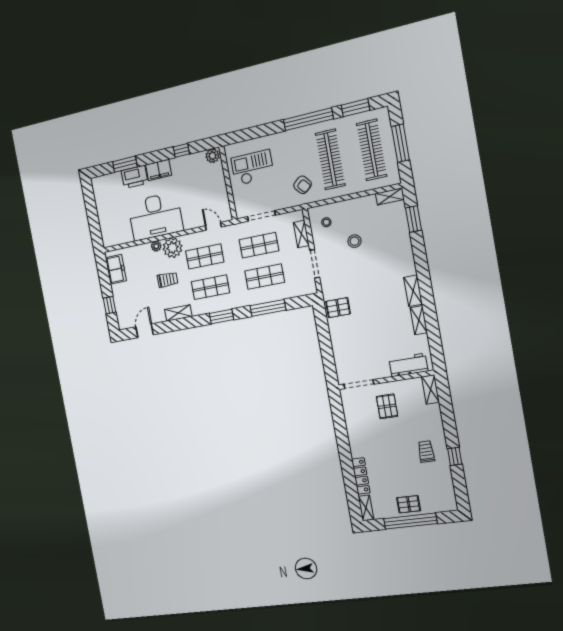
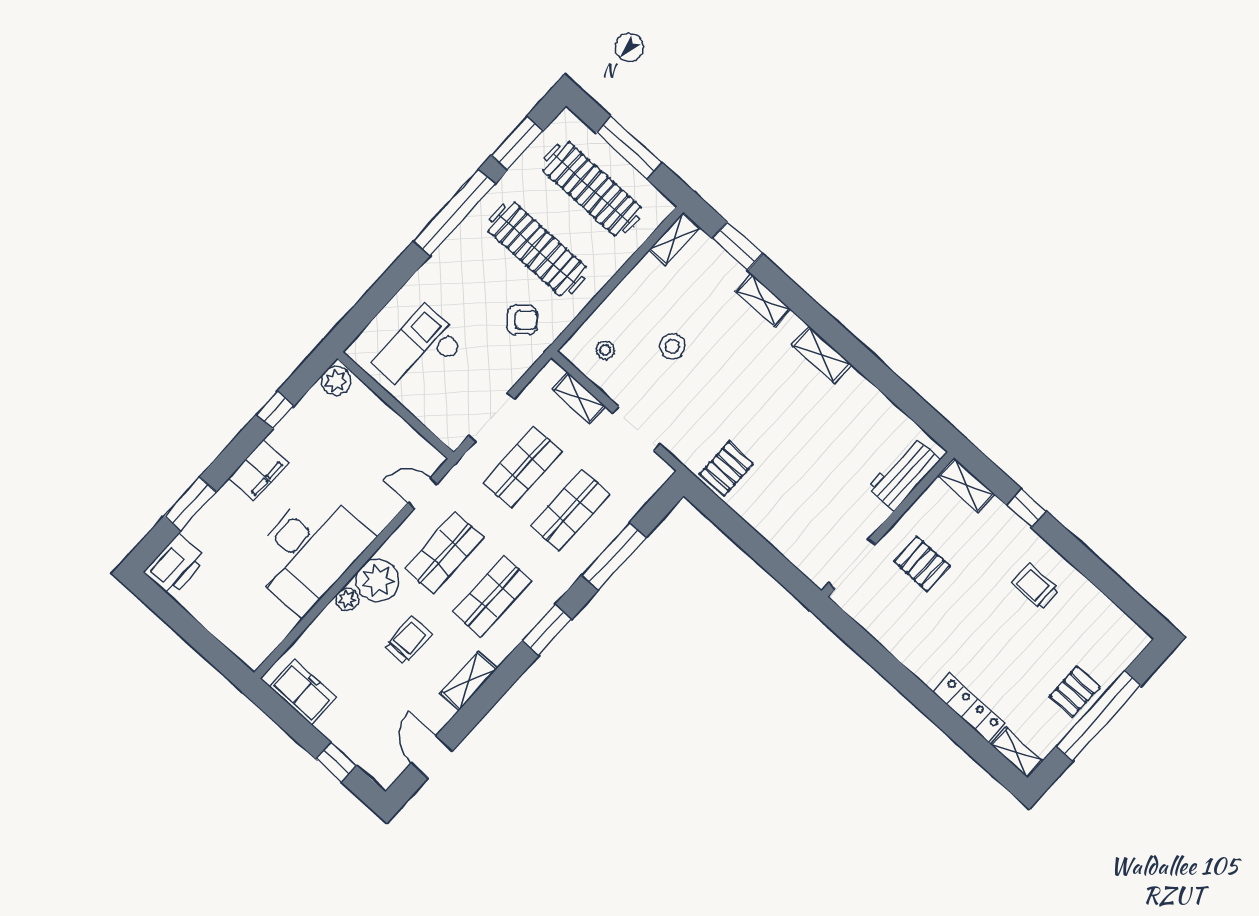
printer: (135, 177) -> (175, 565), moved
shelving: (419, 320) -> (763, 300), moved
window: (455, 456) -> (1027, 508), moved

